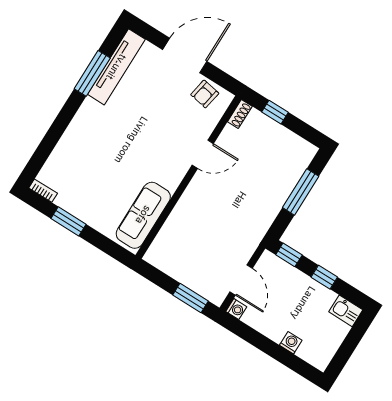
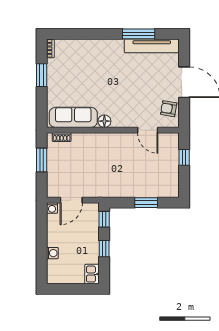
shoe rack: (240, 114) -> (62, 137), moved
door: (203, 154) -> (148, 130), moved
floor lamp: (171, 181) -> (104, 121), added
window: (301, 192) -> (146, 203), width x0.69
window: (191, 298) -> (42, 160), moved

